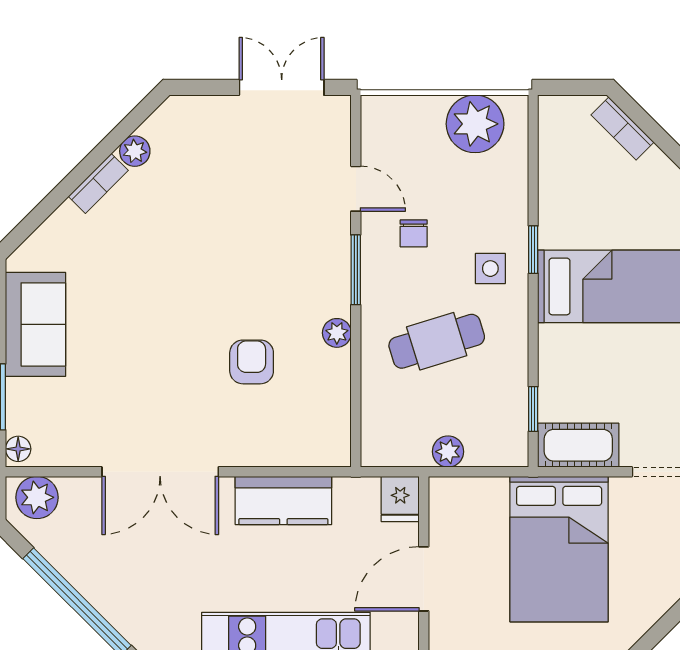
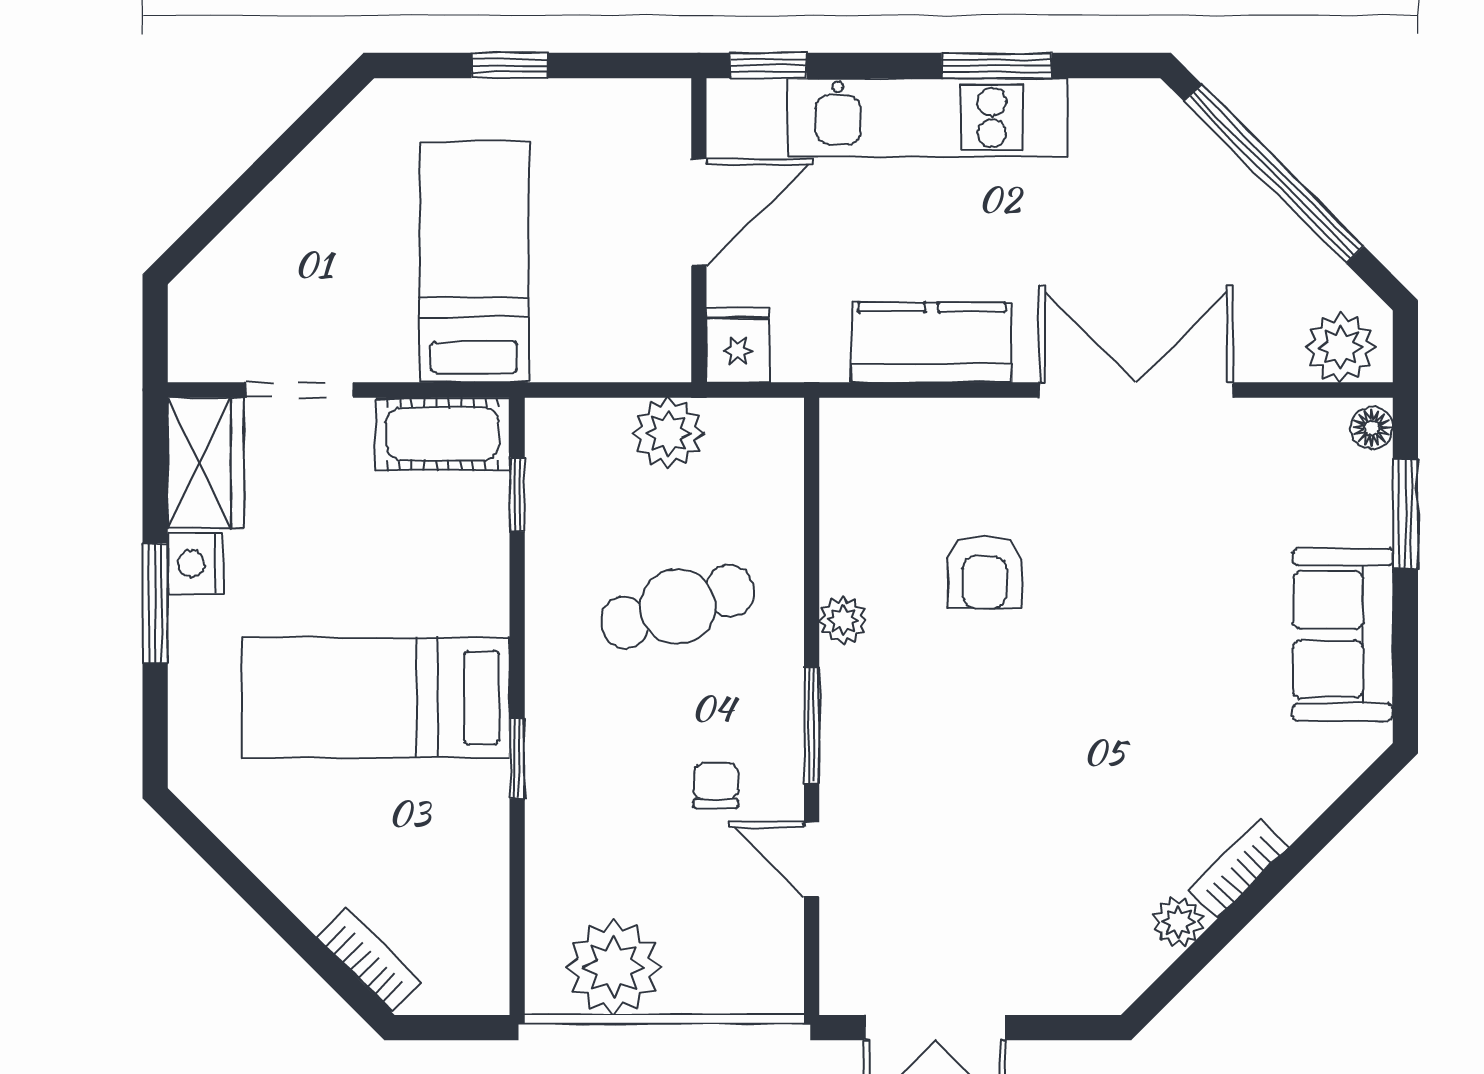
side table: (490, 269) -> (588, 727), removed
plant: (448, 452) -> (668, 433), width x1.38, depth x1.38
bed: (559, 549) -> (474, 262), width x0.67

